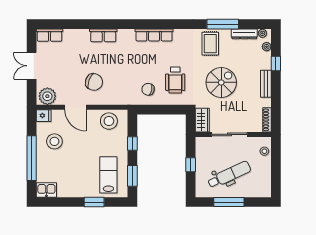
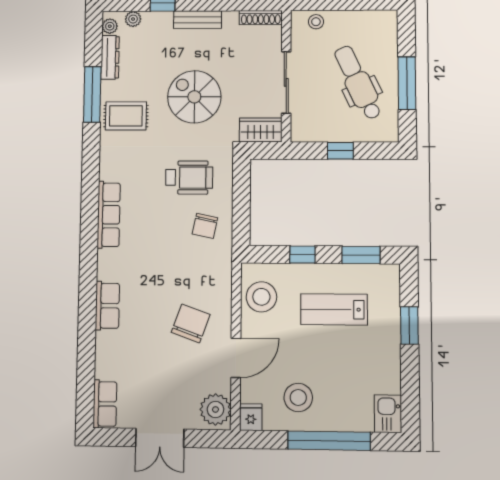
lab bench: (108, 175) -> (334, 309), moved

